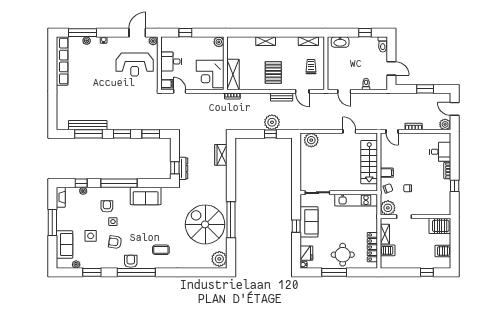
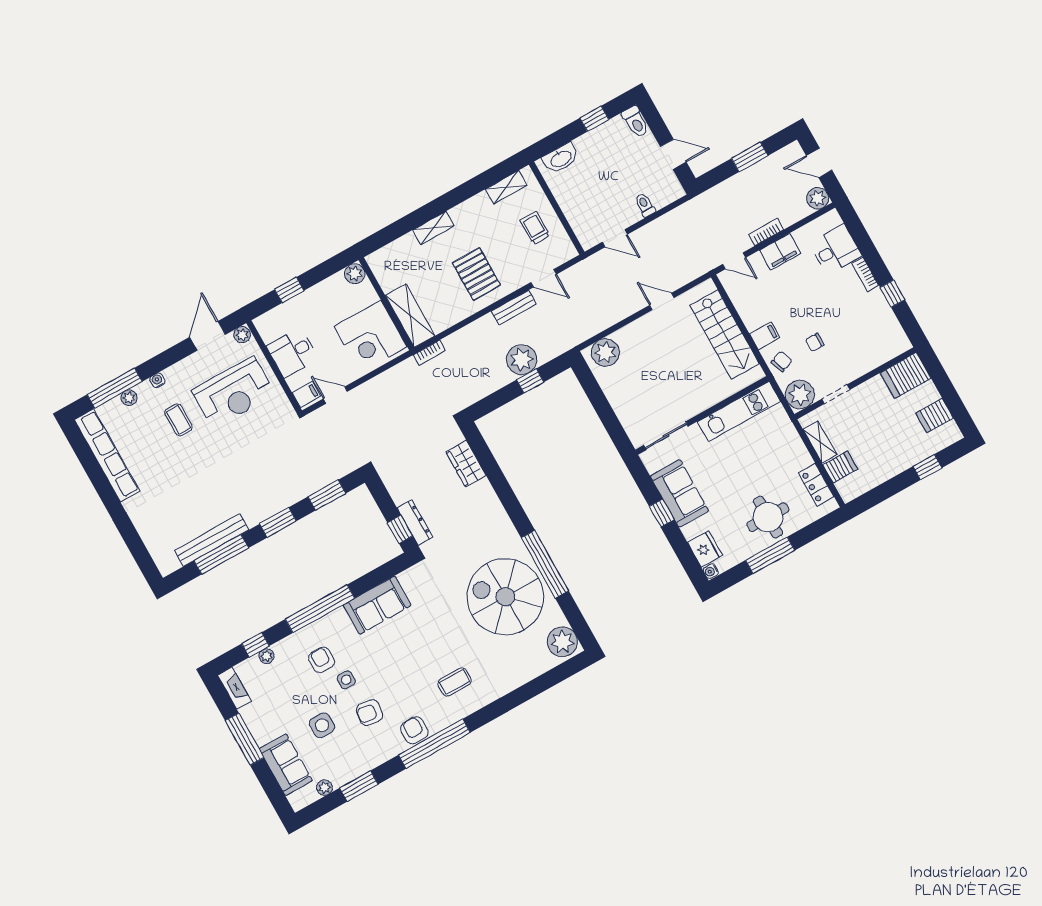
coffee table: (103, 63) -> (179, 420), added
filing cabinet: (415, 139) -> (780, 252), added
locker: (372, 247) -> (816, 485), width x0.66

